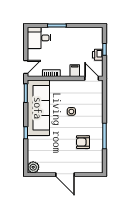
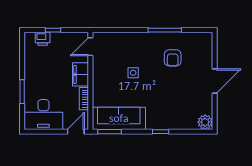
desk: (39, 38) -> (43, 115), width x1.37
printer: (98, 55) -> (43, 39), moved
door: (26, 67) -> (76, 132), hinge flipped
filing cabinet: (75, 71) -> (81, 74), width x2.00
sofa: (38, 108) -> (119, 118), width x0.74, depth x0.79

